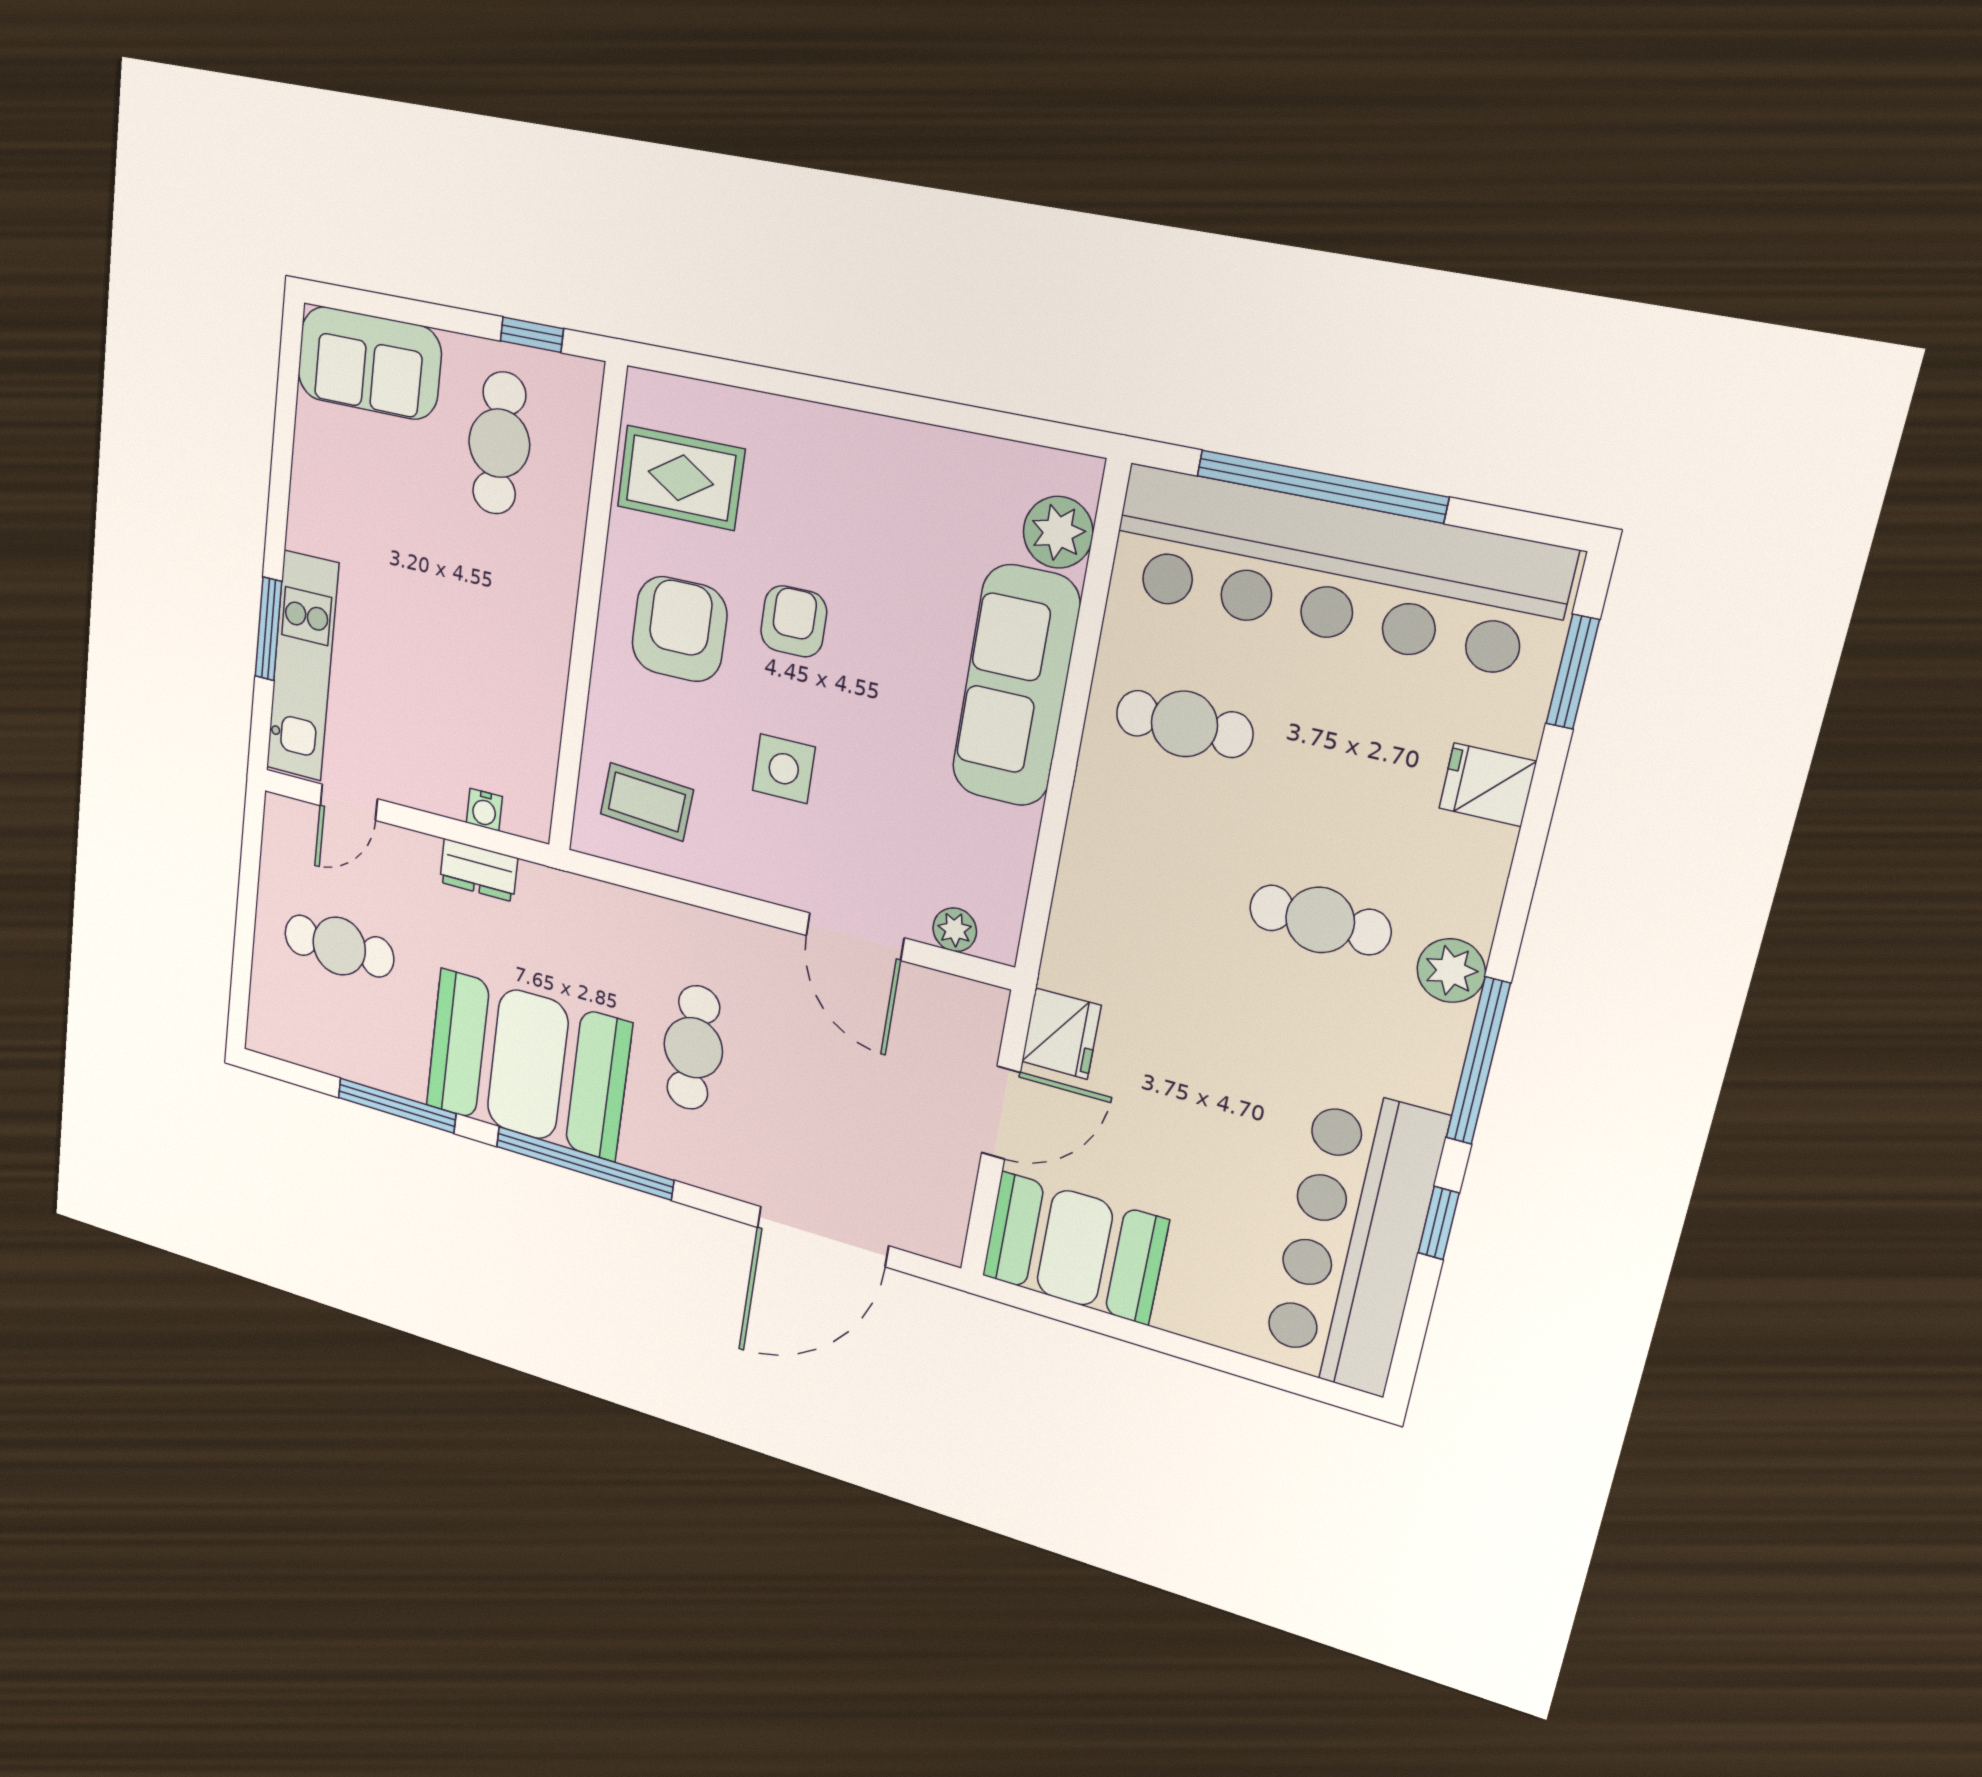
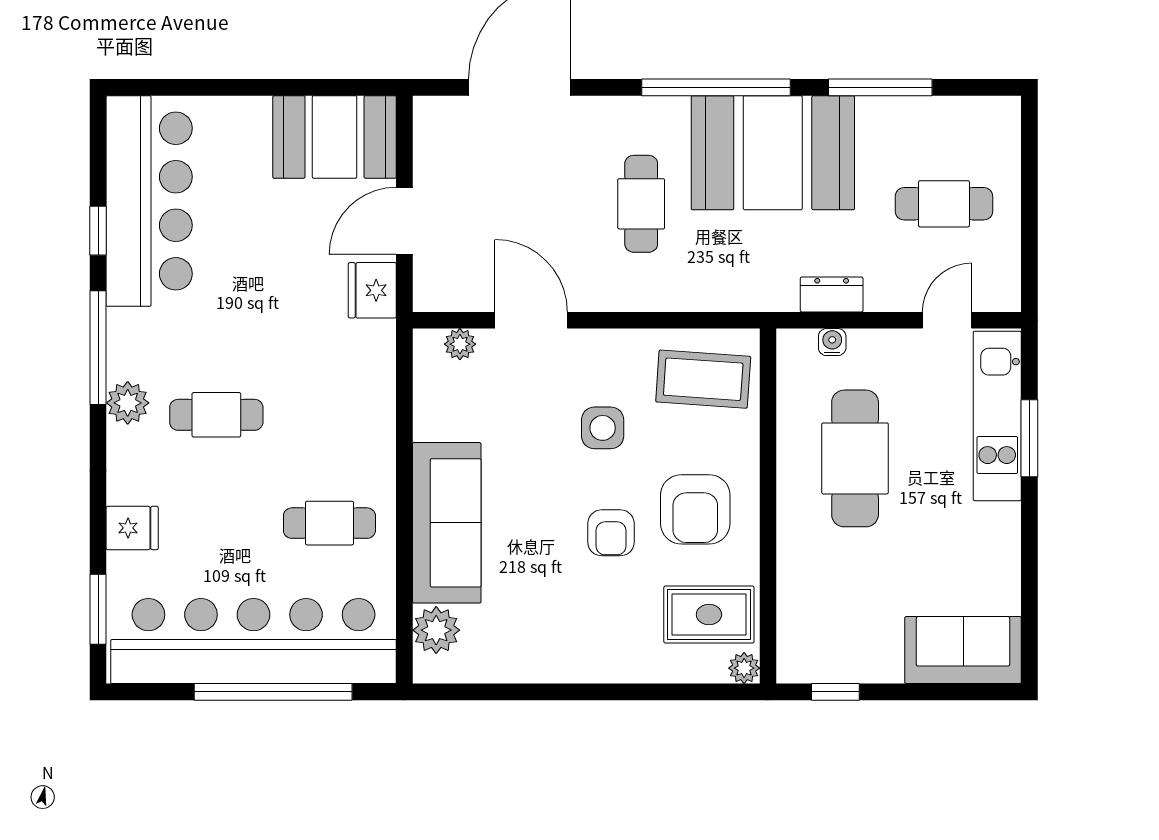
plant: (645, 392) -> (744, 668), added
cafe table: (499, 443) -> (855, 458), moved, width x1.37, depth x1.35
coffee table: (647, 802) -> (703, 379), width x1.36, depth x1.30

